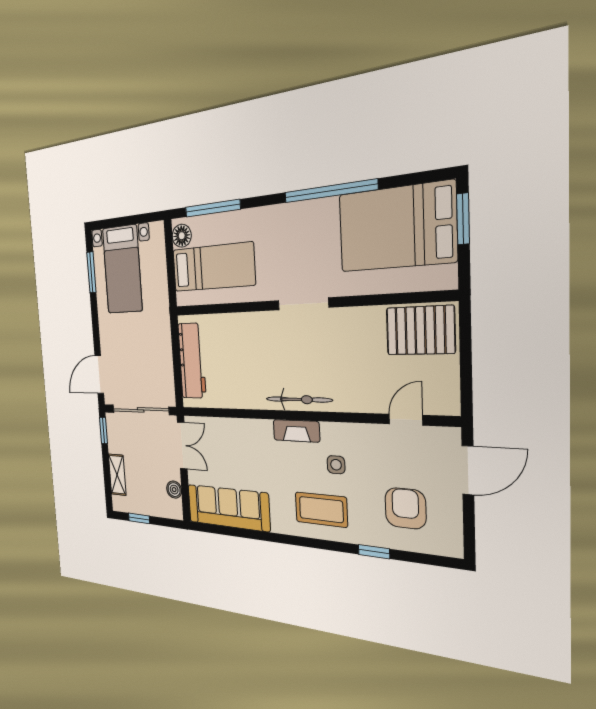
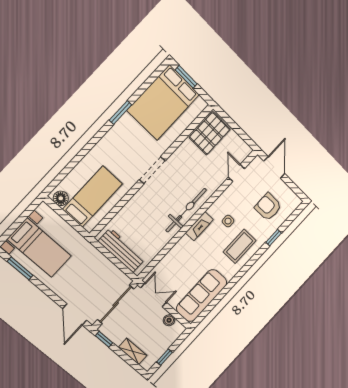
window: (330, 191) -> (120, 112), width x0.47
window: (213, 208) -> (67, 170), removed
bicycle: (299, 400) -> (186, 210), width x1.37, depth x1.40

